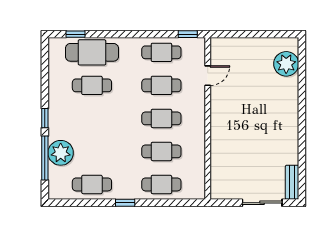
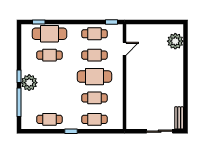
cafe table: (161, 118) -> (94, 77), width x1.37, depth x1.35
plant: (61, 153) -> (29, 83), moved

